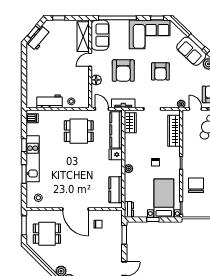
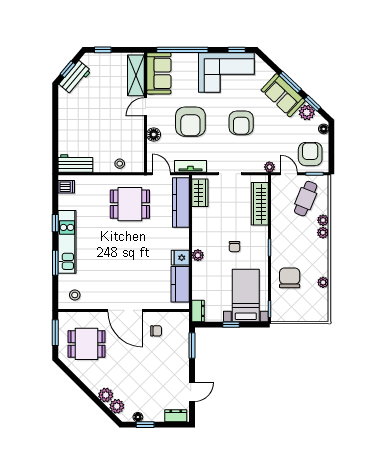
workbench: (50, 101) -> (75, 164), moved
fridge: (116, 154) -> (180, 258), moved

